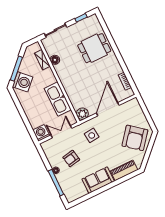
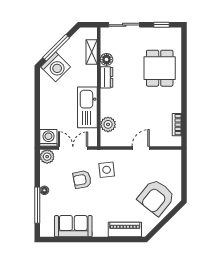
dining table: (94, 48) -> (160, 68), turned 90
dresser: (61, 72) -> (106, 77), added
door: (108, 109) -> (141, 148), width x0.53
plant: (82, 114) -> (108, 124), moved
plant: (47, 146) -> (47, 157), added
armchair: (71, 159) -> (82, 179), moved
sofa: (98, 180) -> (73, 226), moved

